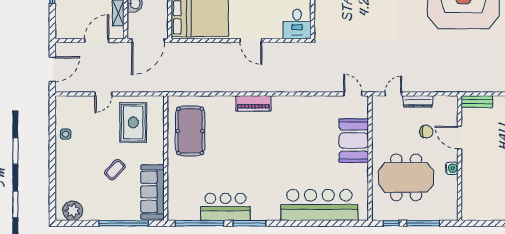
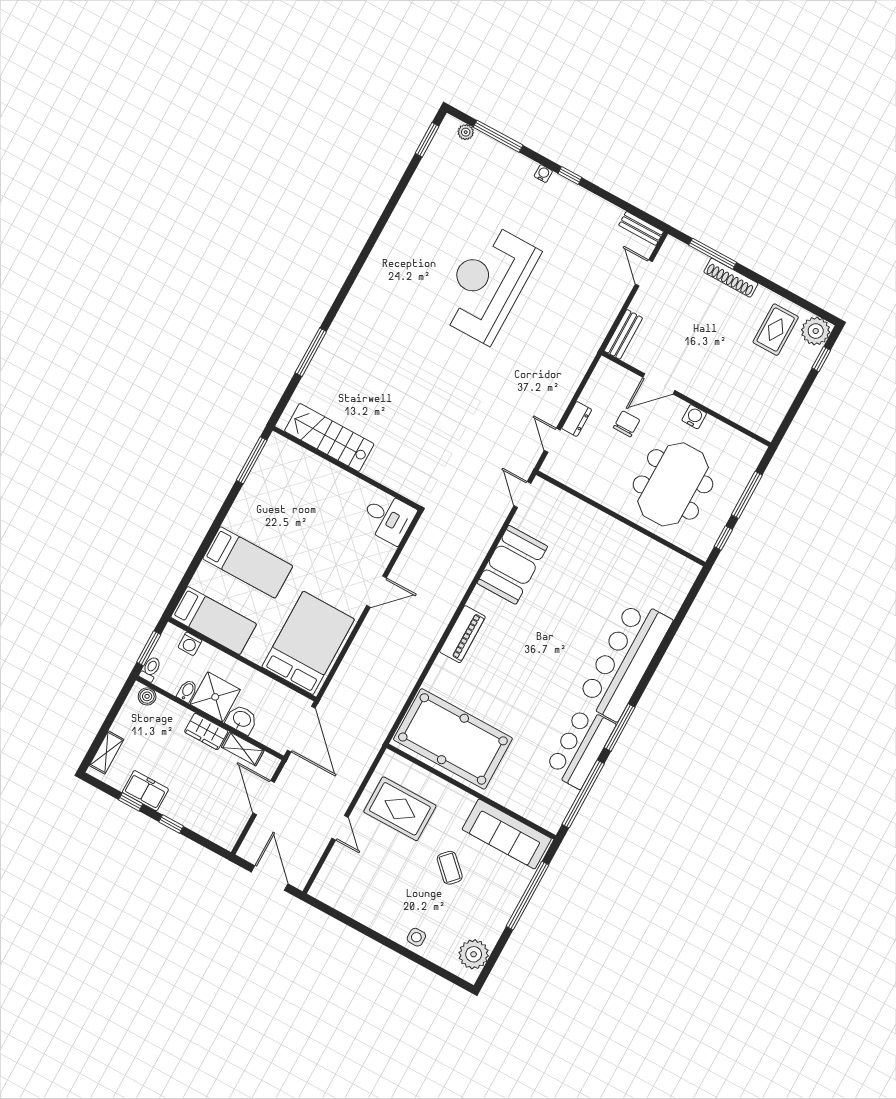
door: (353, 94) -> (522, 495), hinge flipped
dresser: (418, 101) -> (577, 419), width x0.70
pool table: (190, 131) -> (453, 739), width x1.36, depth x1.32
side table: (66, 134) -> (416, 937), moved
booth: (354, 141) -> (512, 565), moved, turned 90
bar counter: (319, 205) -> (625, 660), moved

